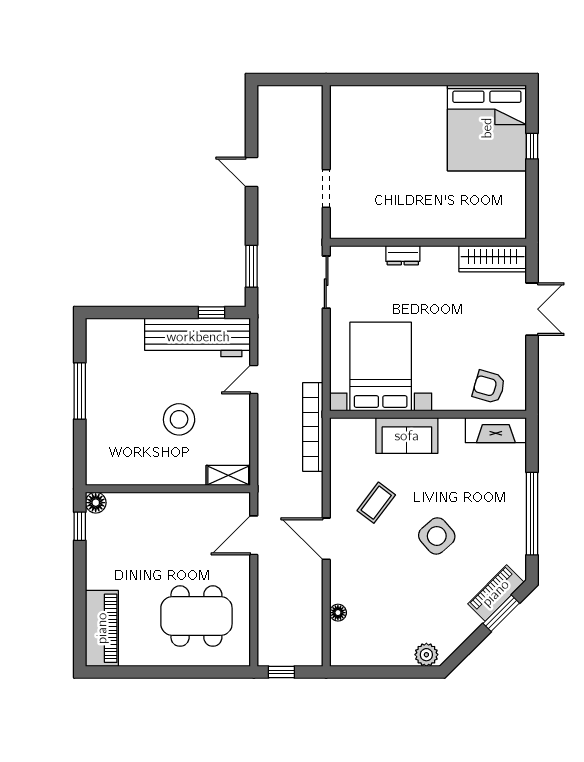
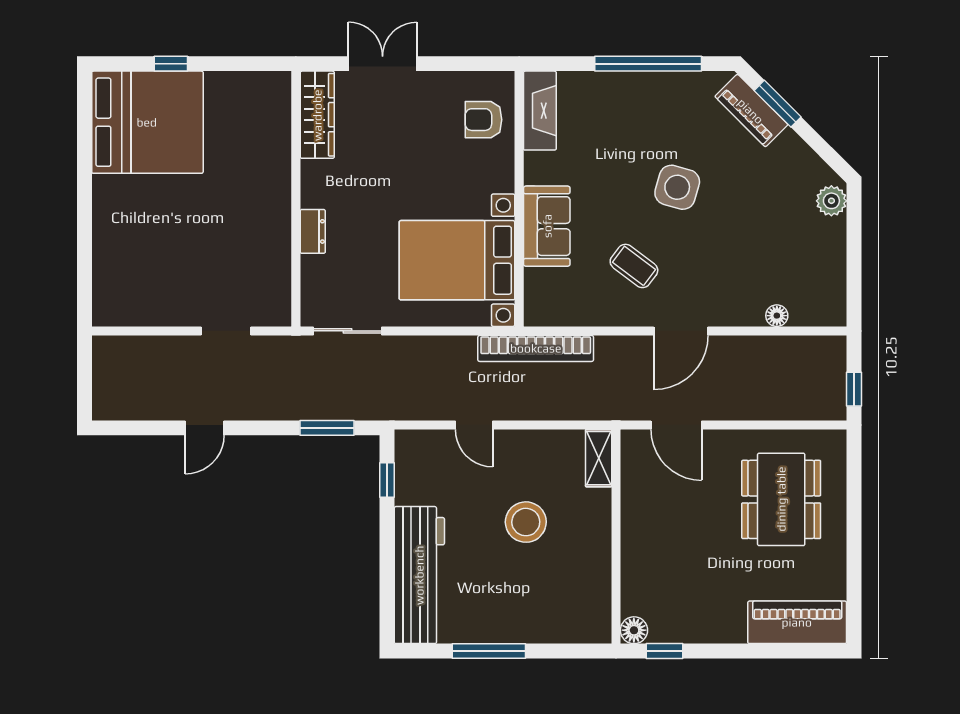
workbench: (198, 337) -> (419, 575), moved
armchair: (489, 387) -> (484, 120), turned 74
side table: (437, 536) -> (677, 187), turned -33

